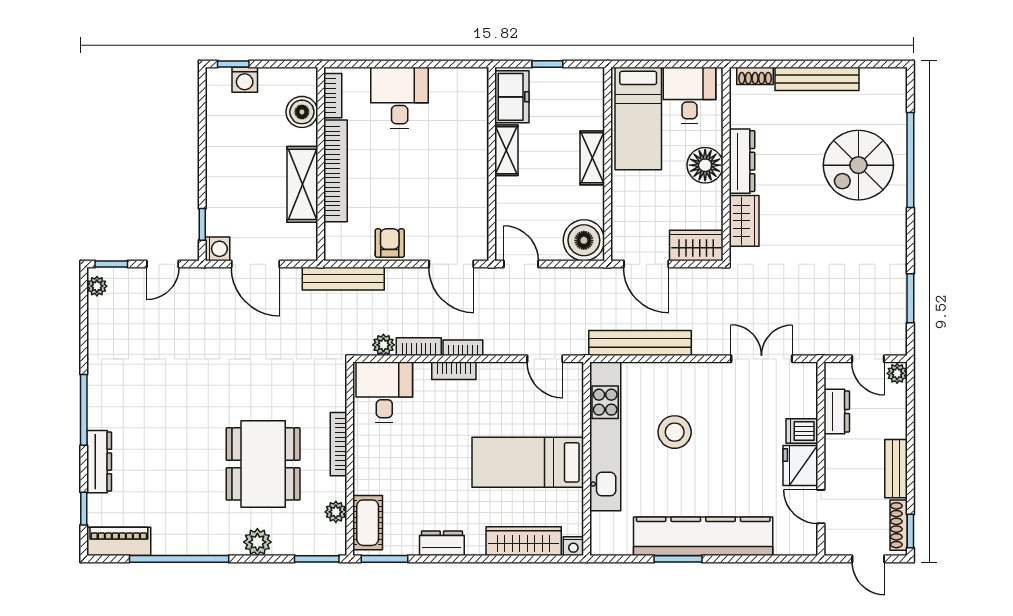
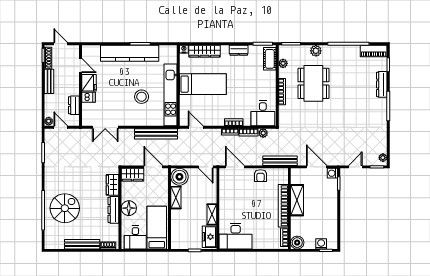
desk: (400, 98) -> (236, 236), moved, width x1.37
boiler: (302, 112) -> (297, 243), moved
shelving: (592, 158) -> (176, 198), moved

